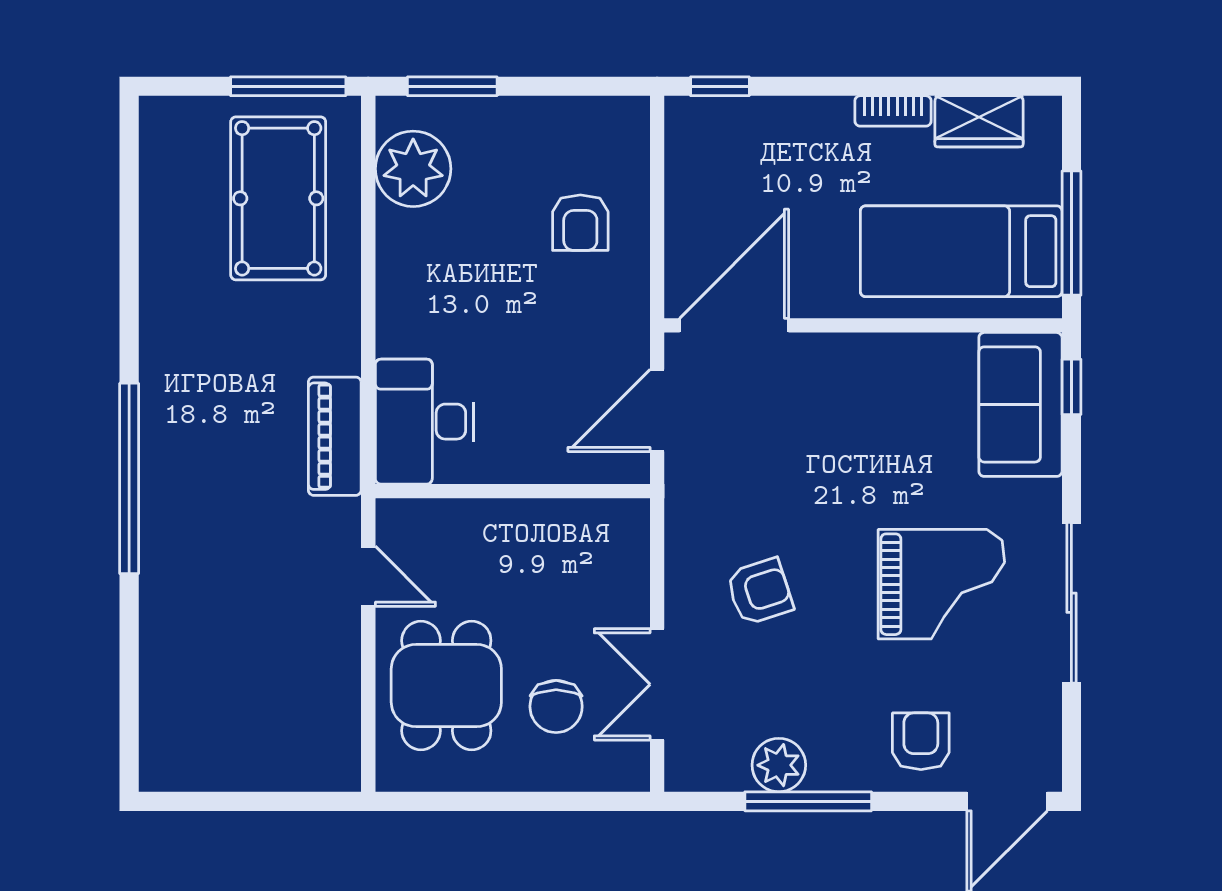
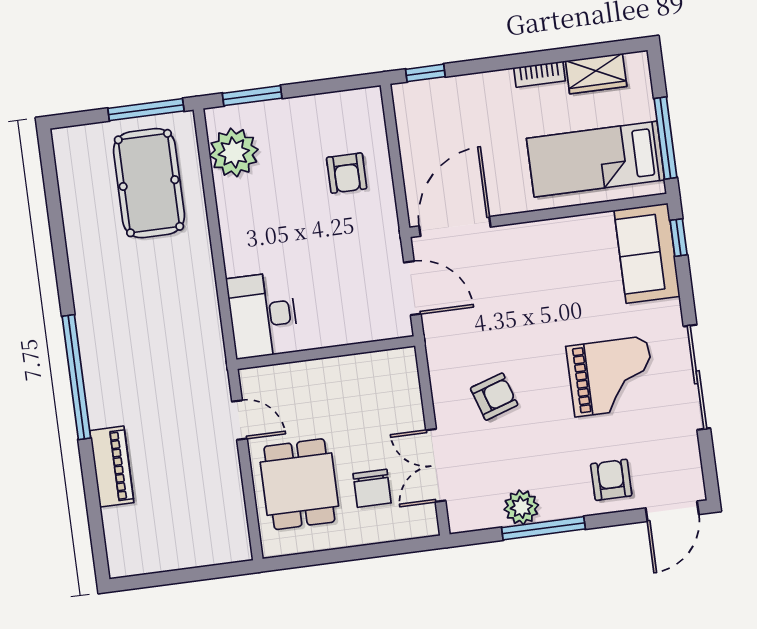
door: (657, 410) -> (412, 288), swing flipped
piano: (335, 436) -> (112, 467), moved, turned 180

